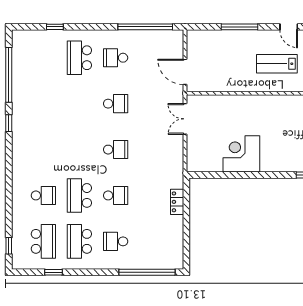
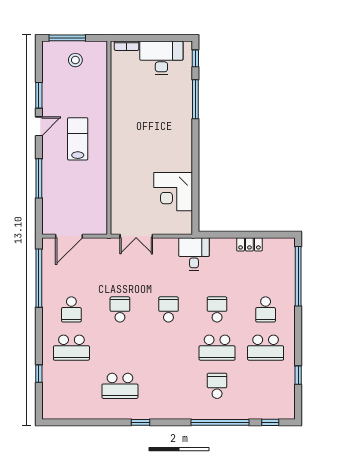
lab bench: (277, 64) -> (78, 139), turned 180
door: (185, 72) -> (69, 236), moved
window: (9, 75) -> (220, 422), moved
corner desk: (241, 154) -> (173, 192), moved
desk: (168, 174) -> (194, 254), added
locker: (177, 202) -> (249, 244), moved
school desk: (43, 241) -> (120, 386), moved, turned 180

